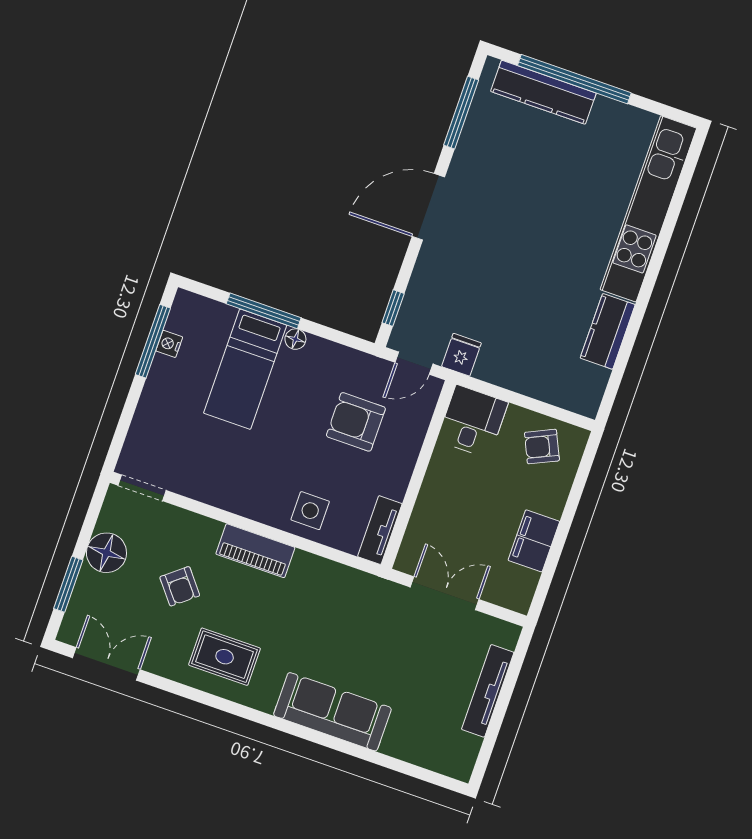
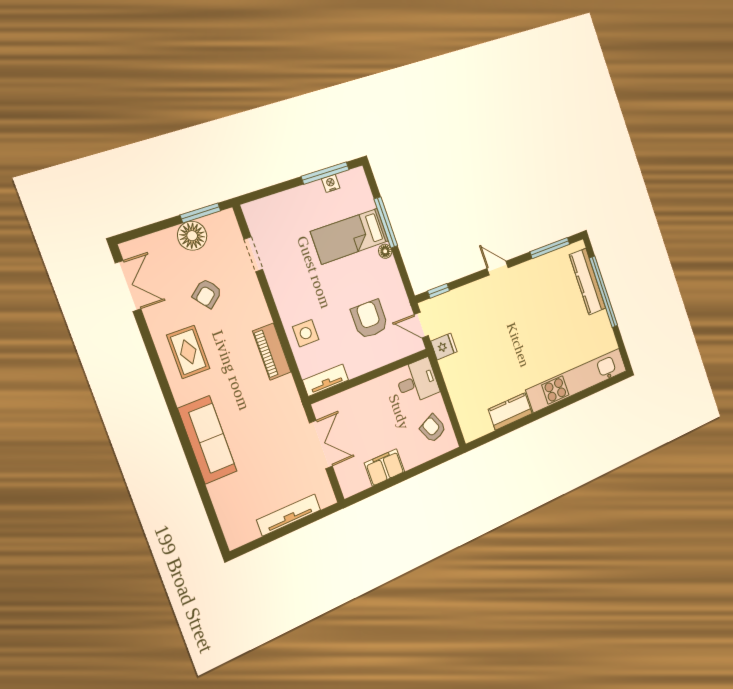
door: (428, 207) -> (498, 268), width x0.53
doorway: (142, 488) -> (253, 254), moved
piano: (255, 551) -> (272, 352), moved
window: (68, 584) -> (200, 213), moved

